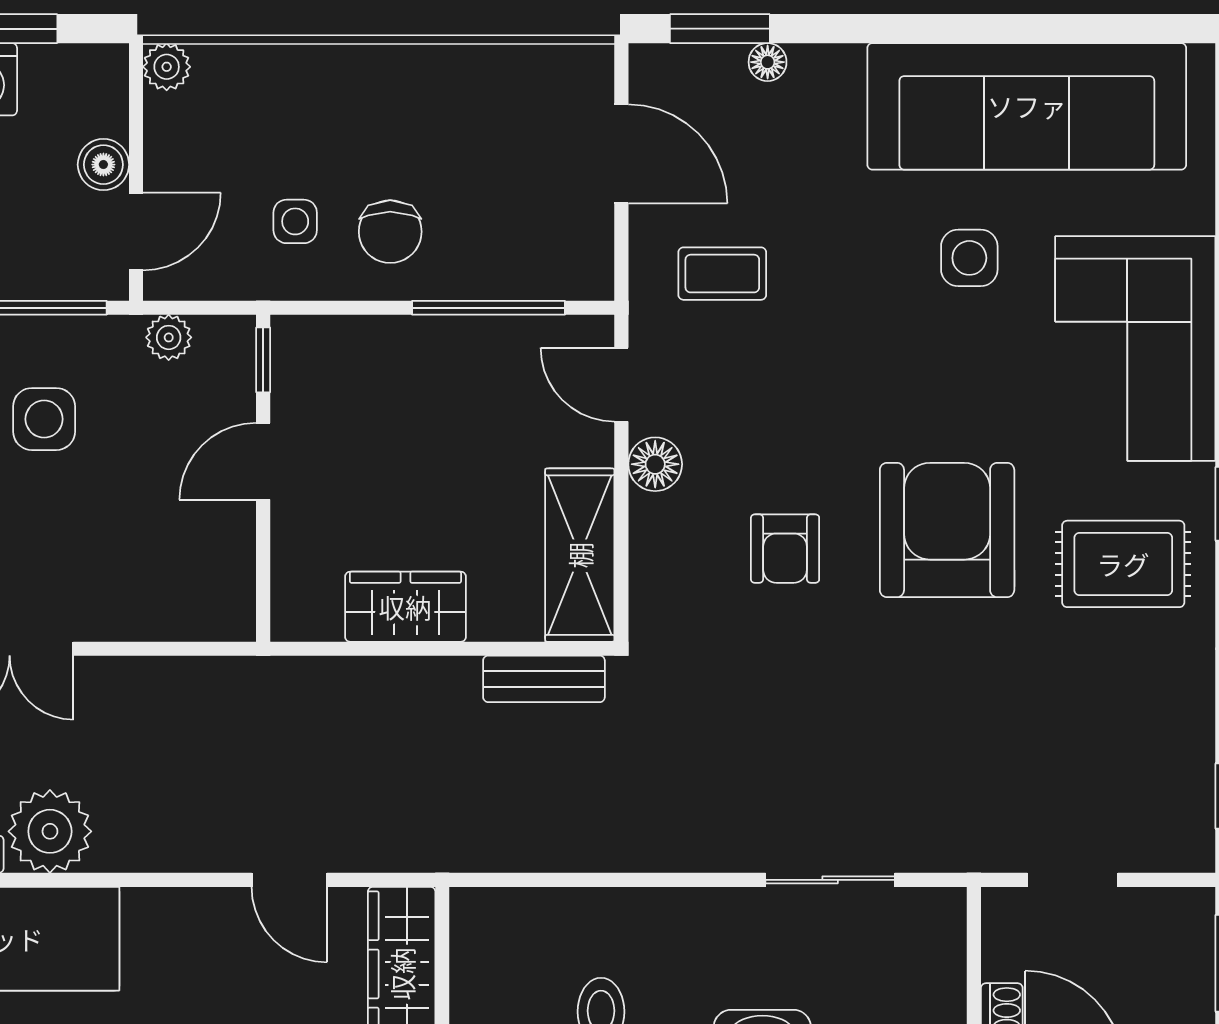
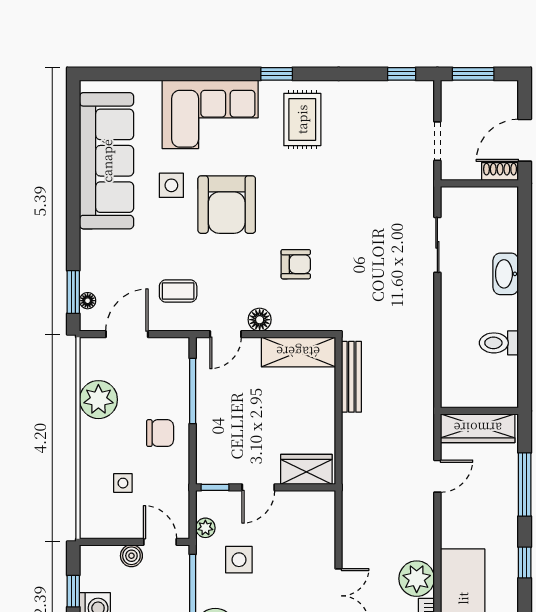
floor lamp: (768, 62) -> (88, 301), moved
plant: (167, 67) -> (98, 400), moved, width x1.87, depth x1.87
side table: (295, 221) -> (123, 483), moved
coffee table: (722, 274) -> (178, 291), turned 90
side table: (44, 419) -> (239, 560), moved
door: (263, 461) -> (258, 487), hinge flipped
armchair: (947, 530) -> (227, 205), moved, turned -90
wardrobe: (405, 607) -> (306, 469), moved, turned 90
bench: (544, 679) -> (351, 377), width x1.36

